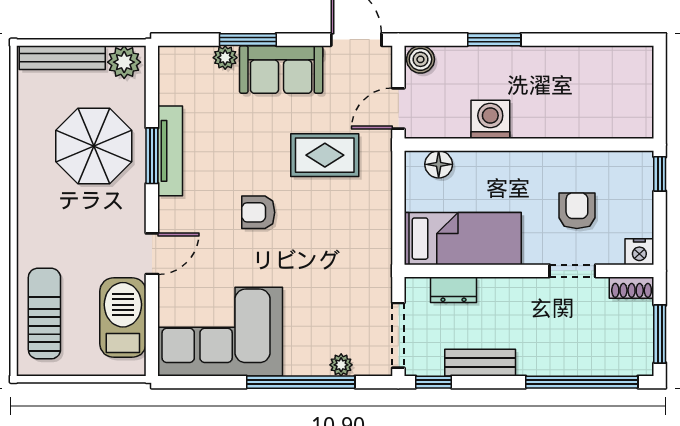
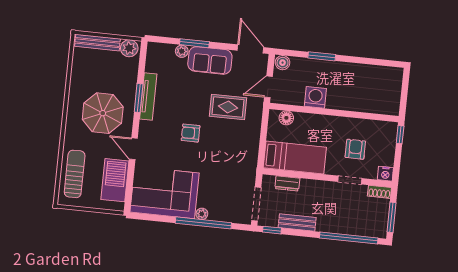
parasol: (94, 146) -> (103, 113), moved
door: (152, 254) -> (133, 149), swing flipped
plant: (341, 365) -> (202, 214), moved

